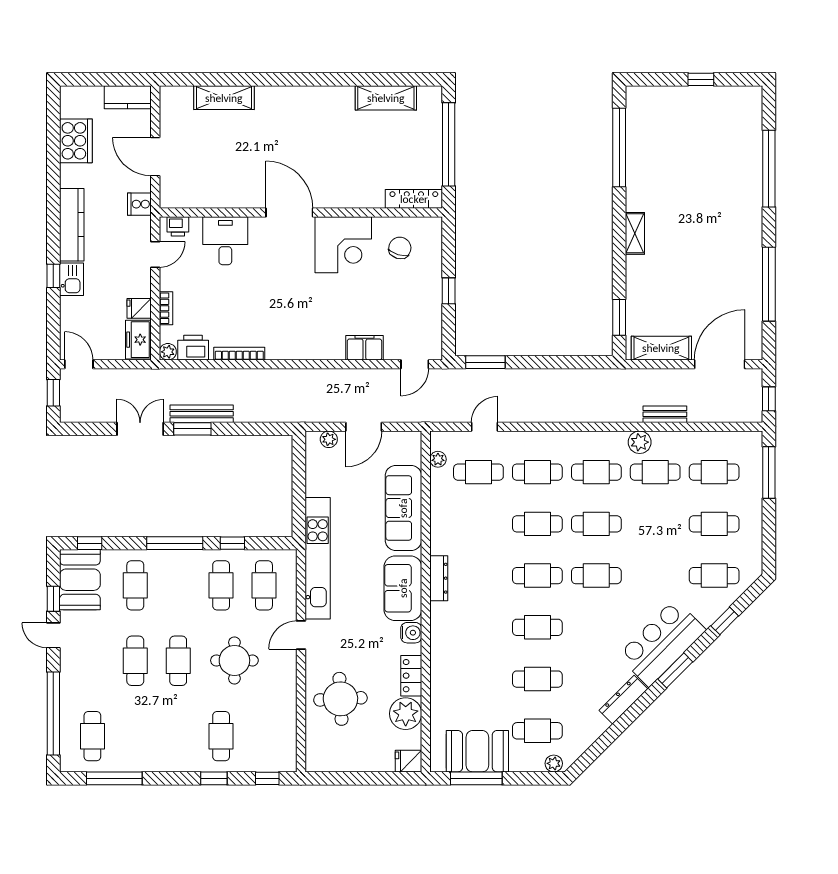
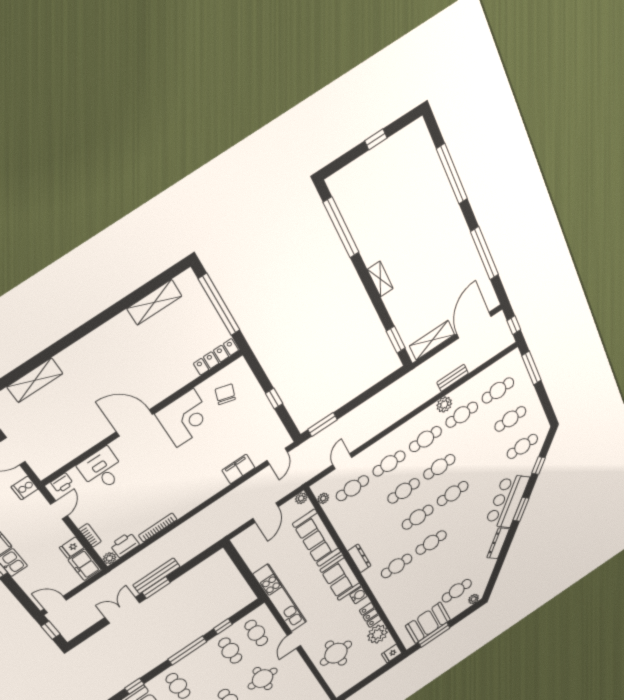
plant: (329, 439) -> (301, 498), moved
cafe table: (537, 679) -> (397, 566), moved

